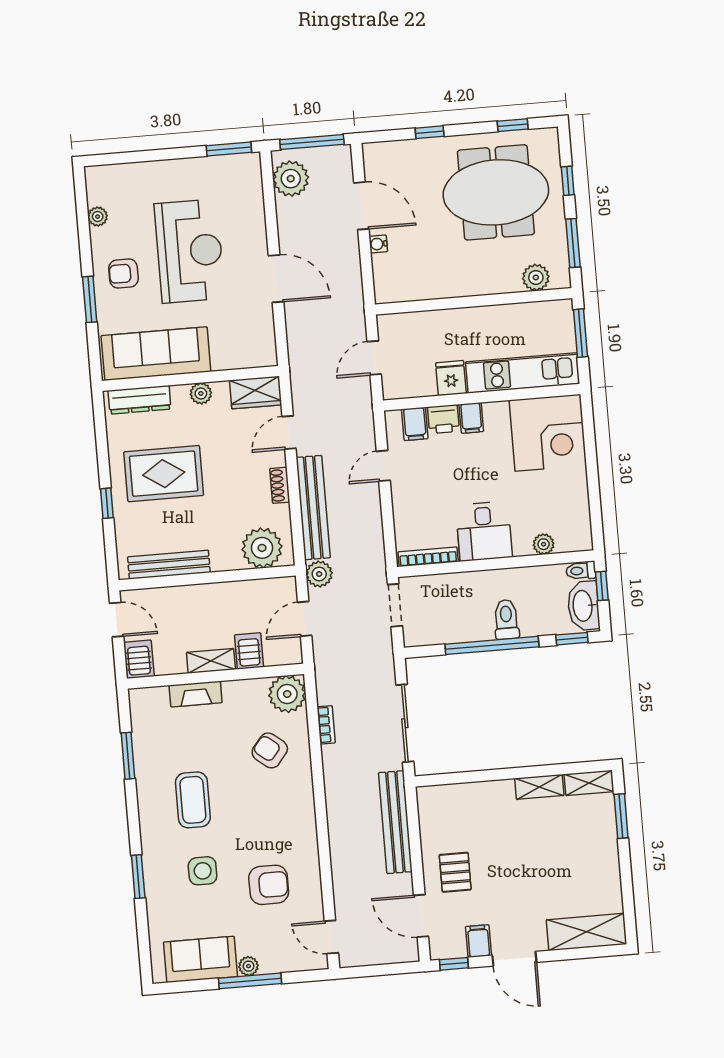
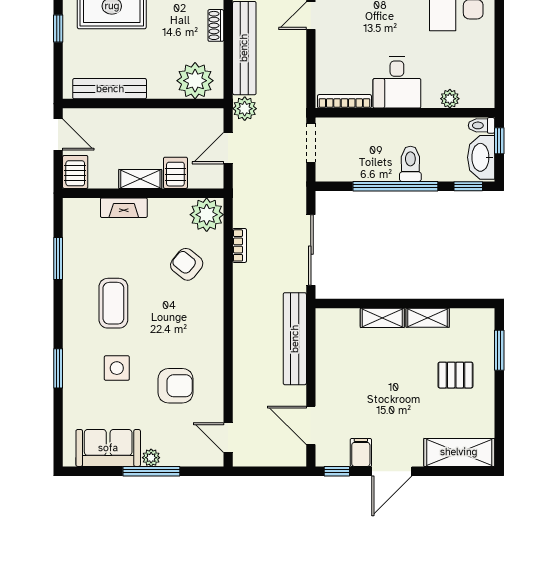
shelving: (589, 783) -> (382, 318), moved
pallet: (455, 872) -> (455, 375), moved, turned 90
door: (514, 959) -> (392, 471), hinge flipped

